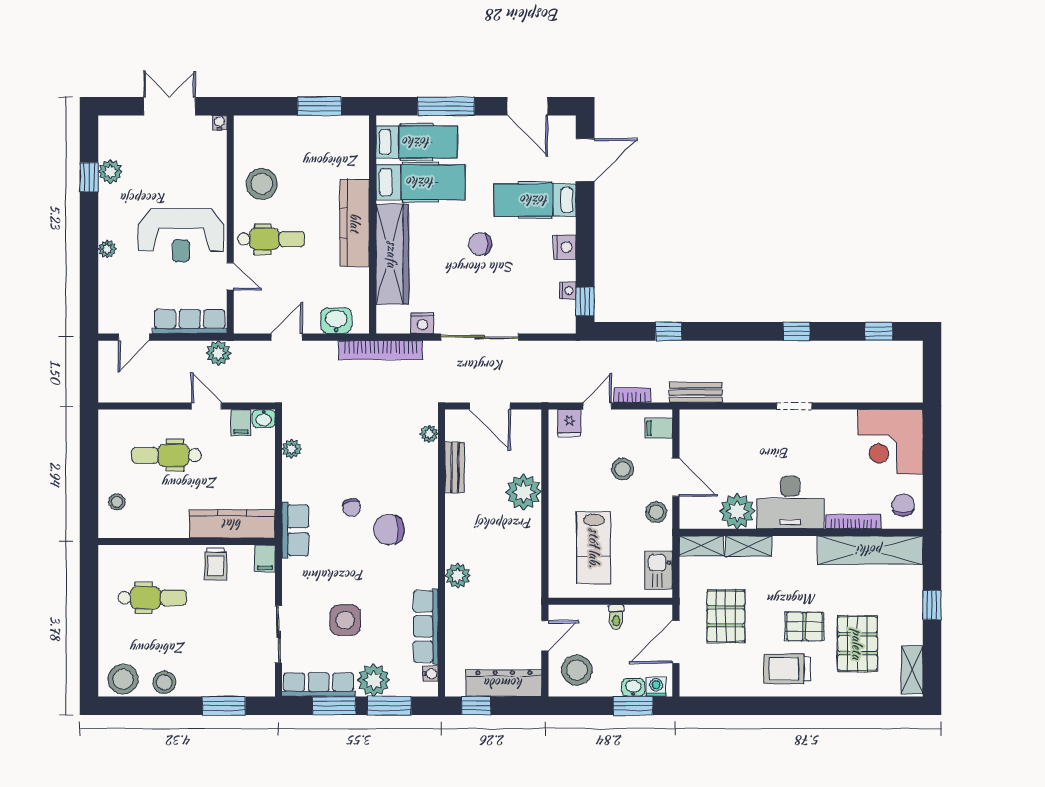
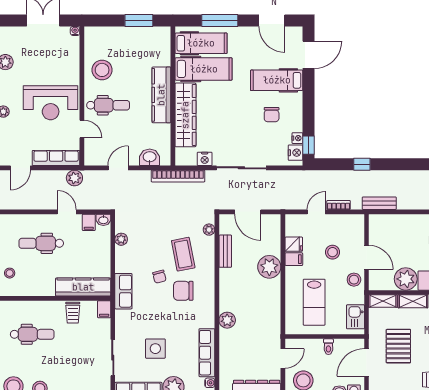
chair: (480, 244) -> (272, 115), moved, turned -90
nightstand: (565, 247) -> (296, 153), moved
fridge: (569, 423) -> (294, 244), moved, turned -90
filing cabinet: (659, 428) -> (294, 259), moved, turned 180
coffee table: (389, 472) -> (183, 254), added

